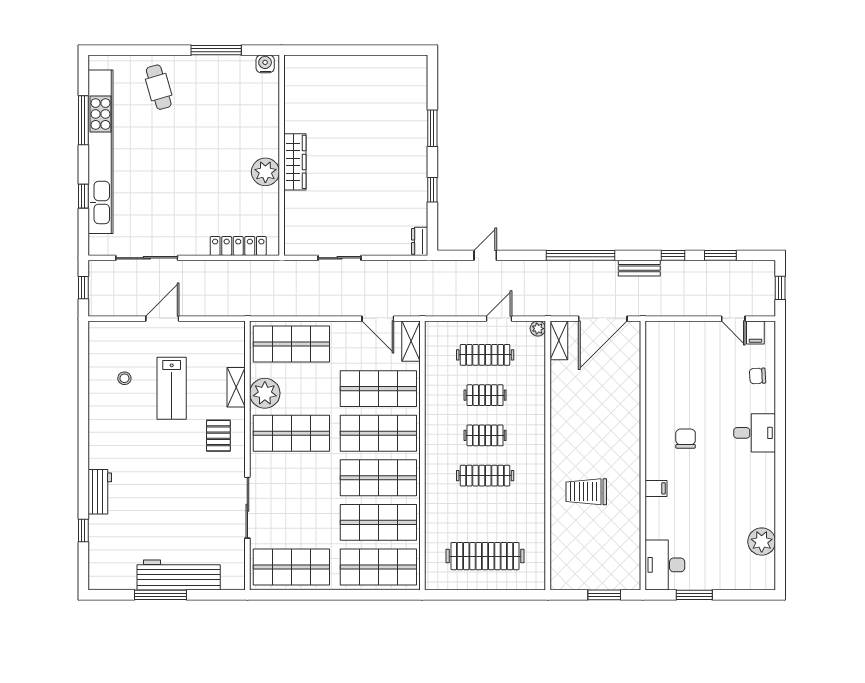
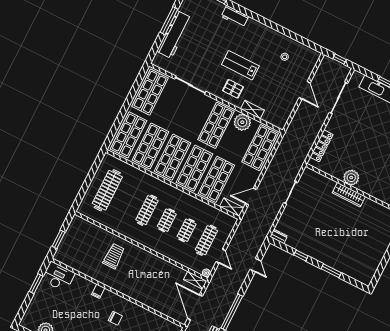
lab bench: (172, 388) -> (240, 65), moved

